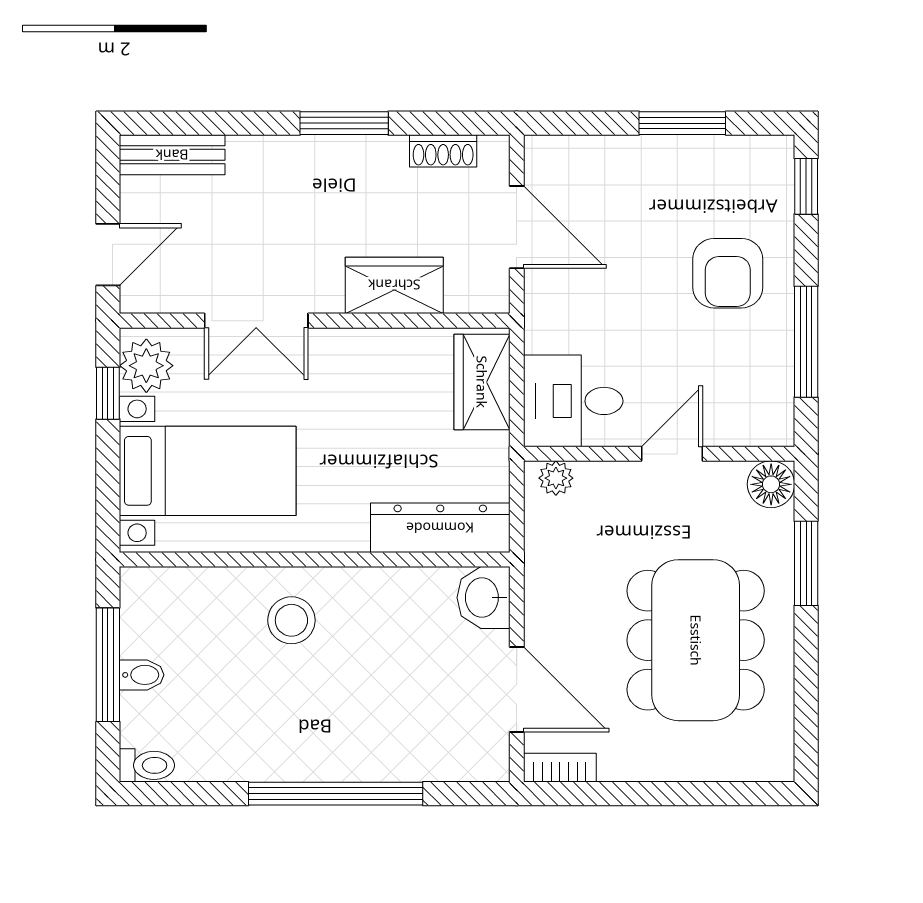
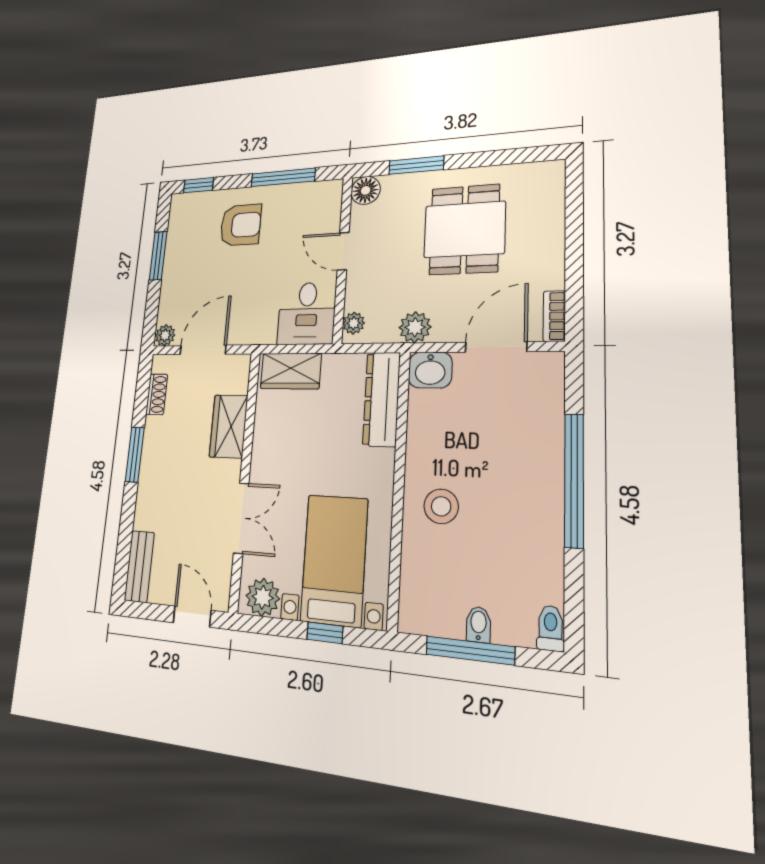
plant: (542, 154) -> (165, 335), added
window: (108, 393) -> (325, 633), moved
plant: (548, 573) -> (415, 327), added
dining table: (696, 640) -> (464, 229), width x0.73

